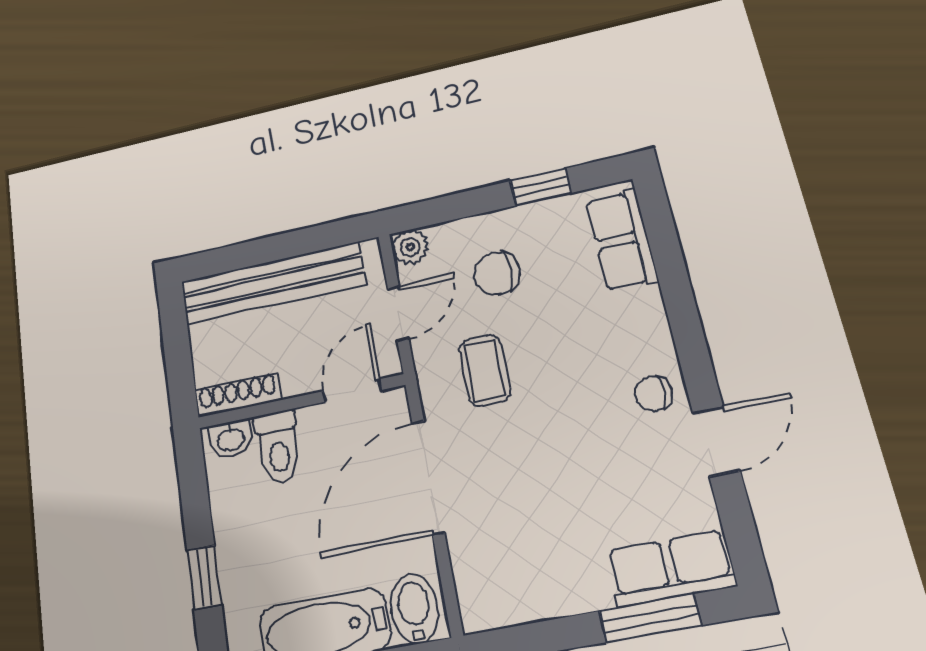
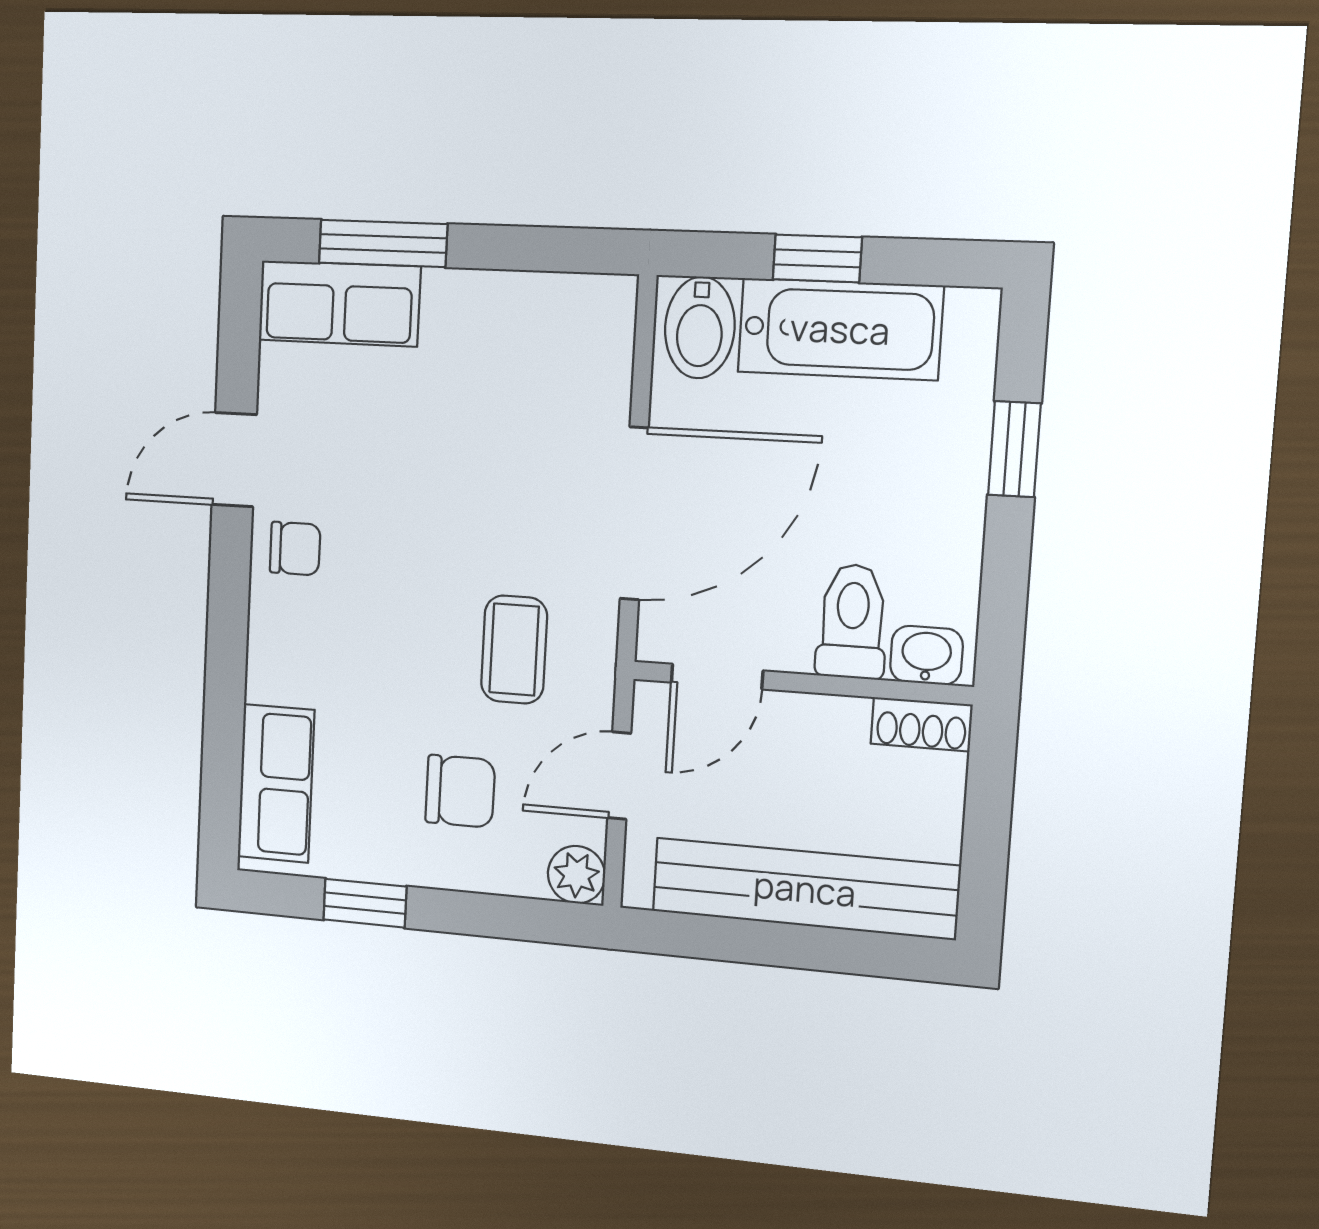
shoe rack: (238, 395) -> (922, 724), width x0.70

